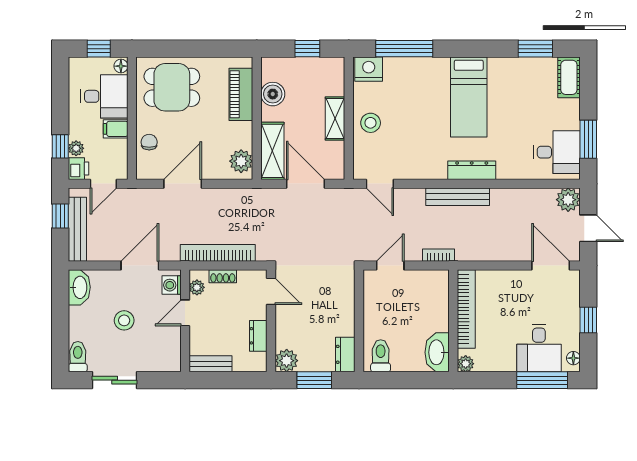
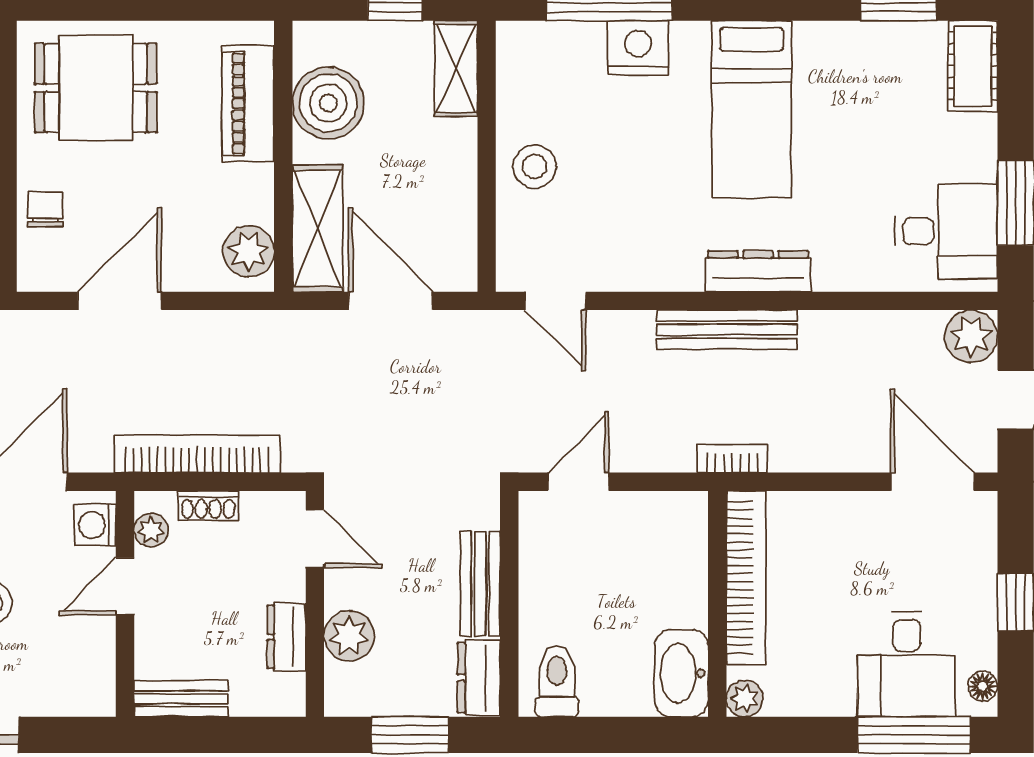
nightstand: (369, 69) -> (638, 48), moved
boiler: (273, 94) -> (328, 103), width x1.37, depth x1.37
shelving: (335, 118) -> (456, 68), moved
bookcase: (438, 255) -> (732, 459), moved
bench: (346, 312) -> (480, 584), added
plant: (287, 361) -> (349, 636), moved

